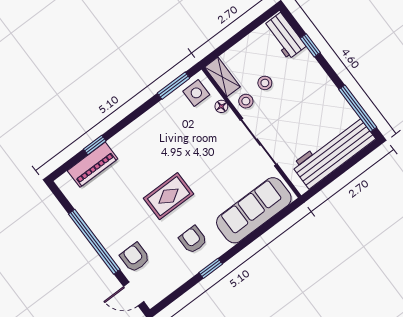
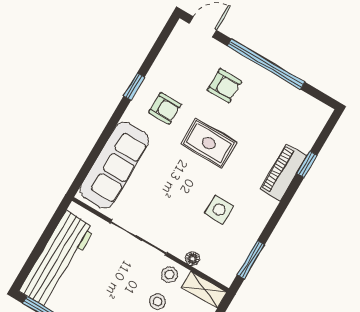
side table: (196, 93) -> (219, 210), moved
piano: (93, 165) -> (283, 173), moved
rug: (169, 196) -> (209, 143), turned 90
armchair: (135, 257) -> (225, 86), moved

